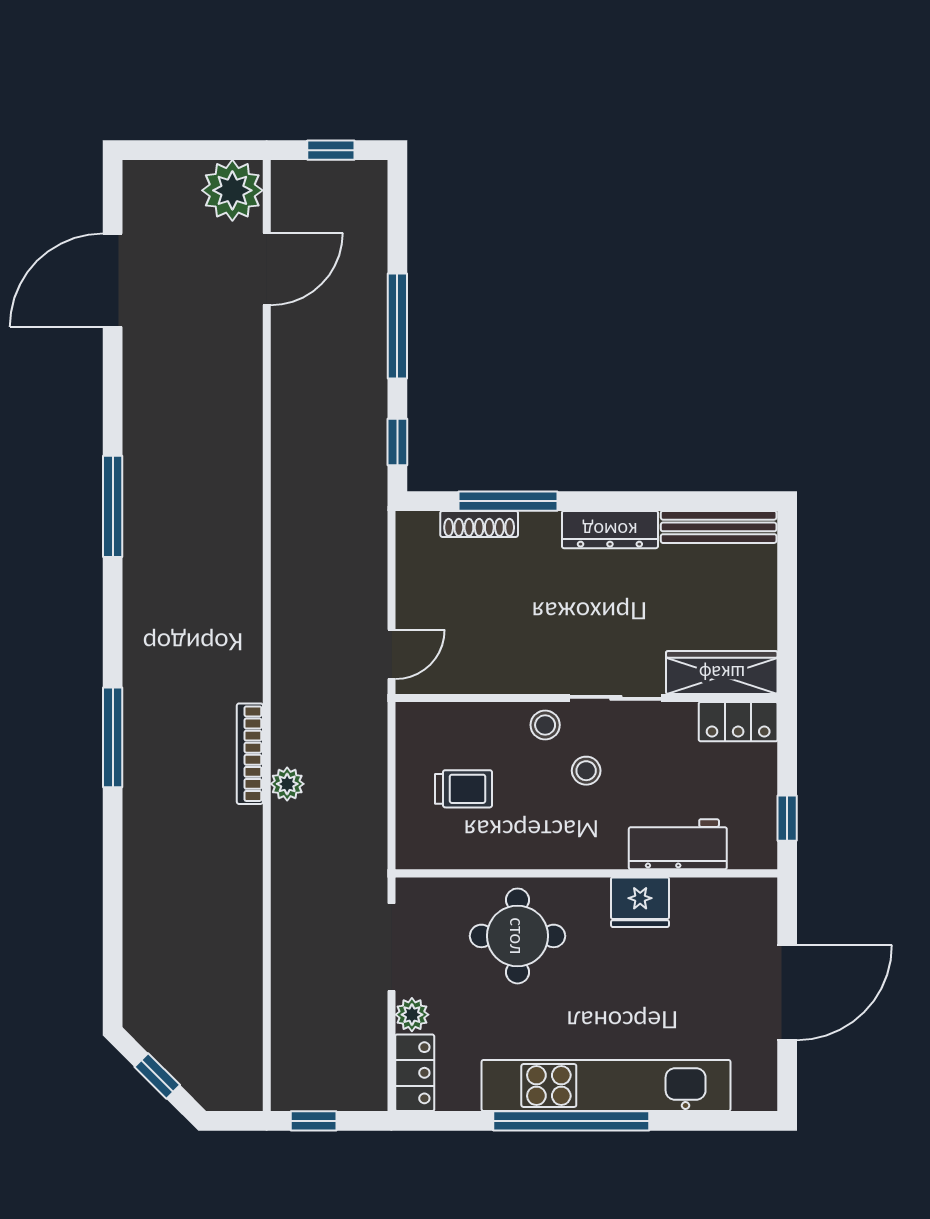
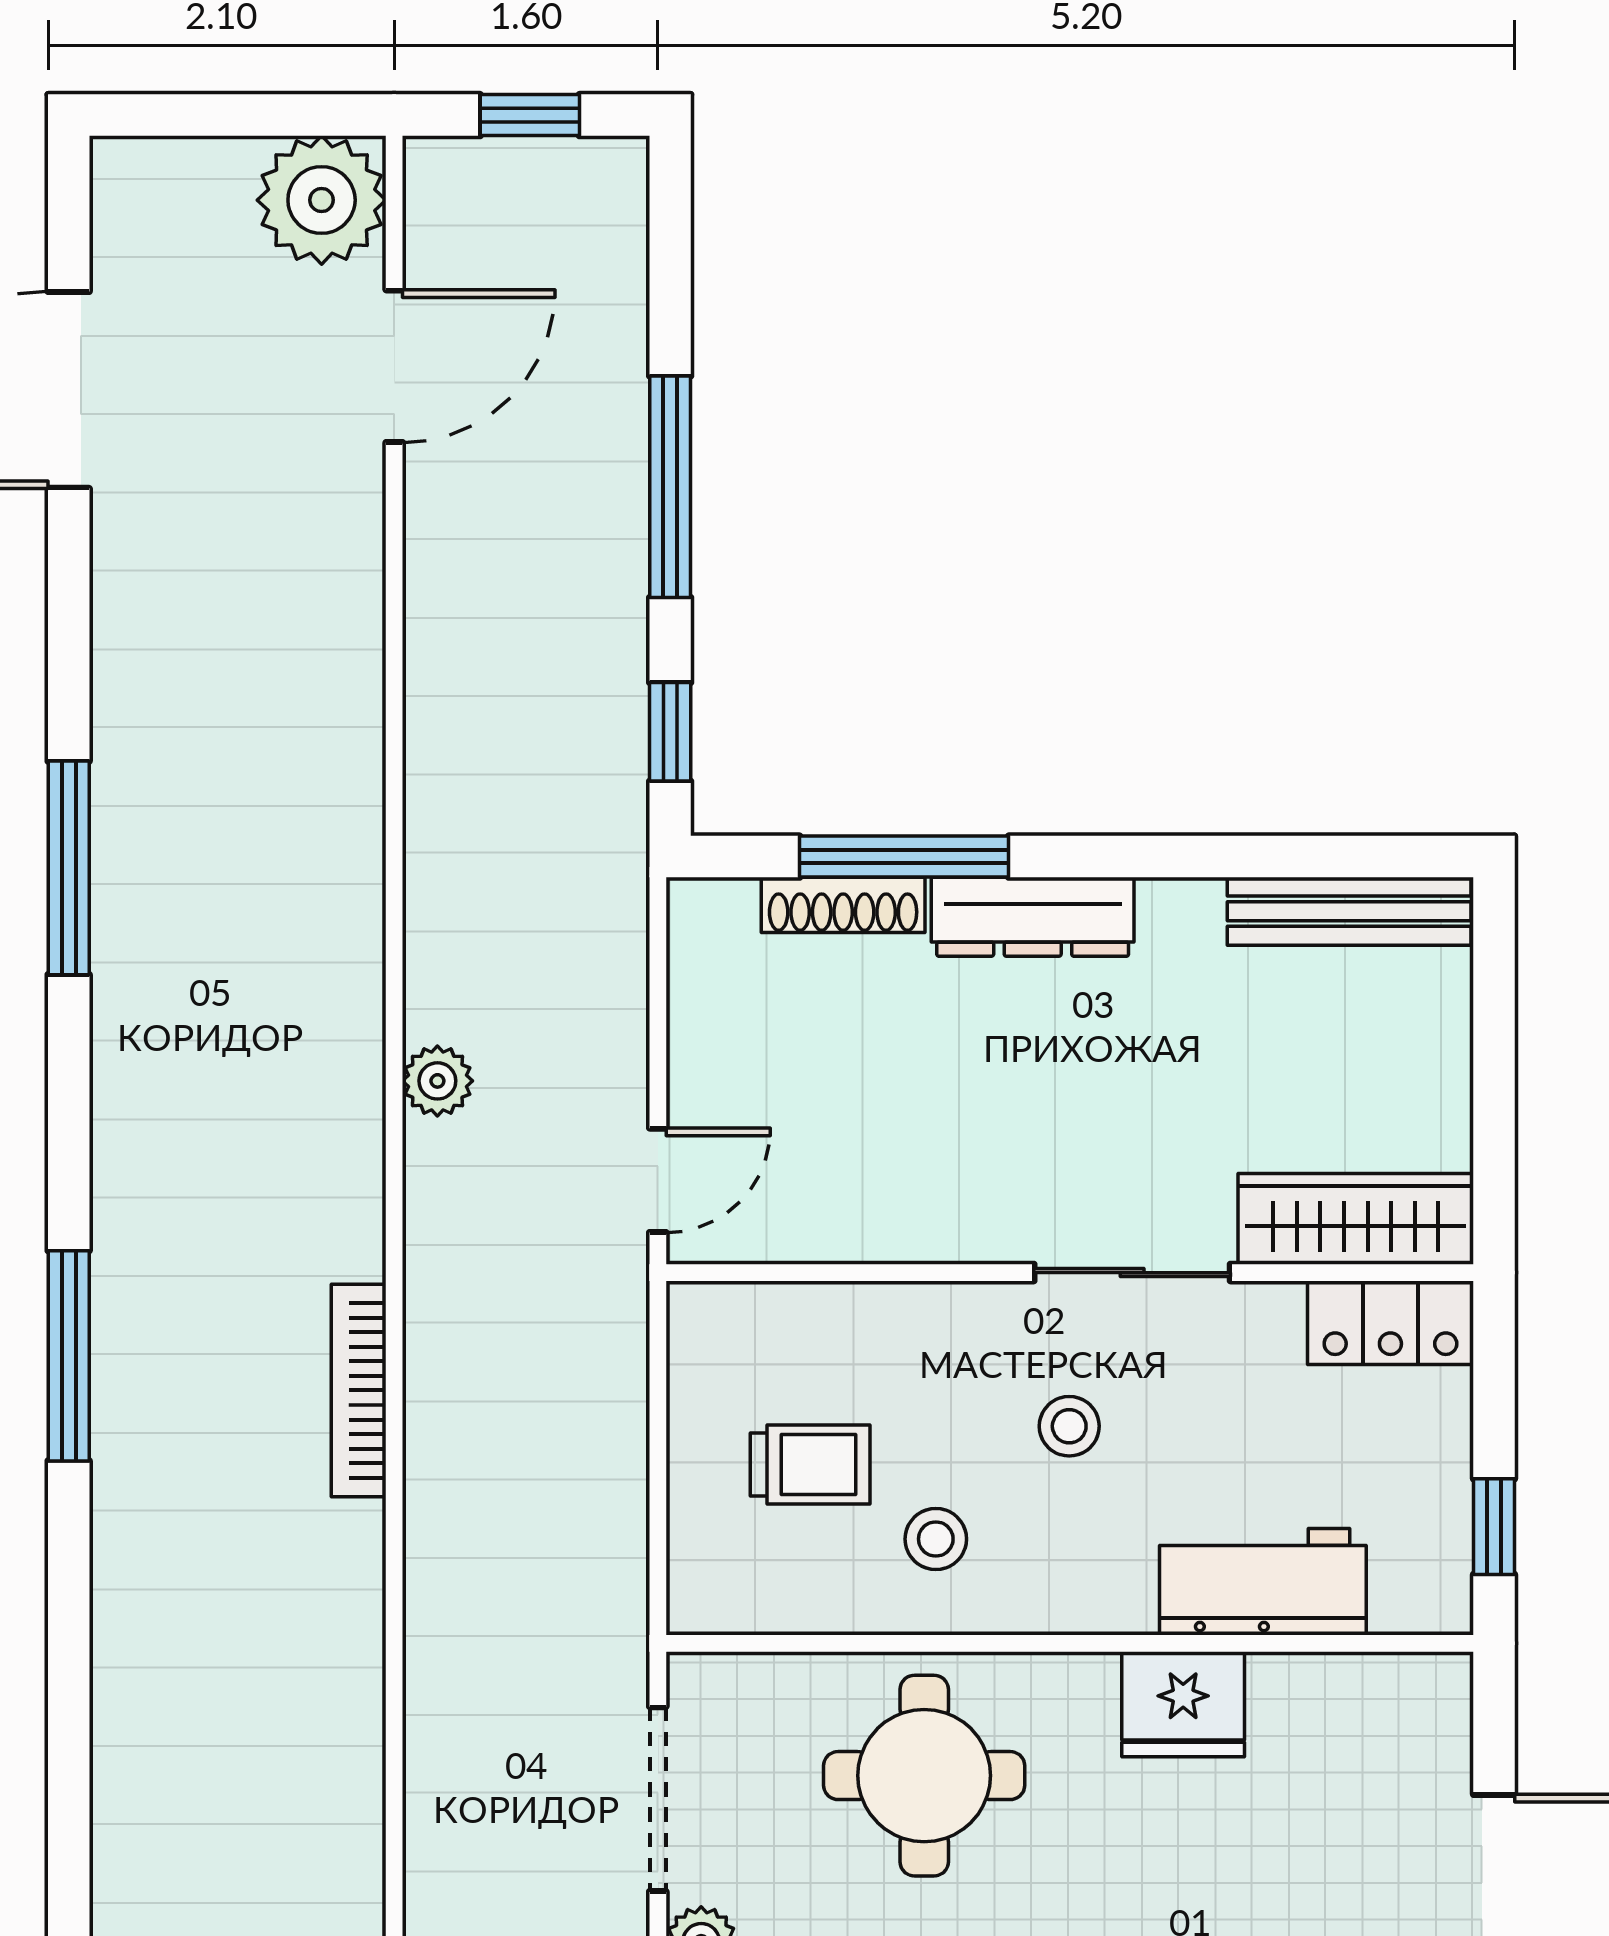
dresser: (610, 530) -> (1033, 917), moved
stool: (545, 725) -> (936, 1539), moved
plant: (287, 784) -> (437, 1081), moved

